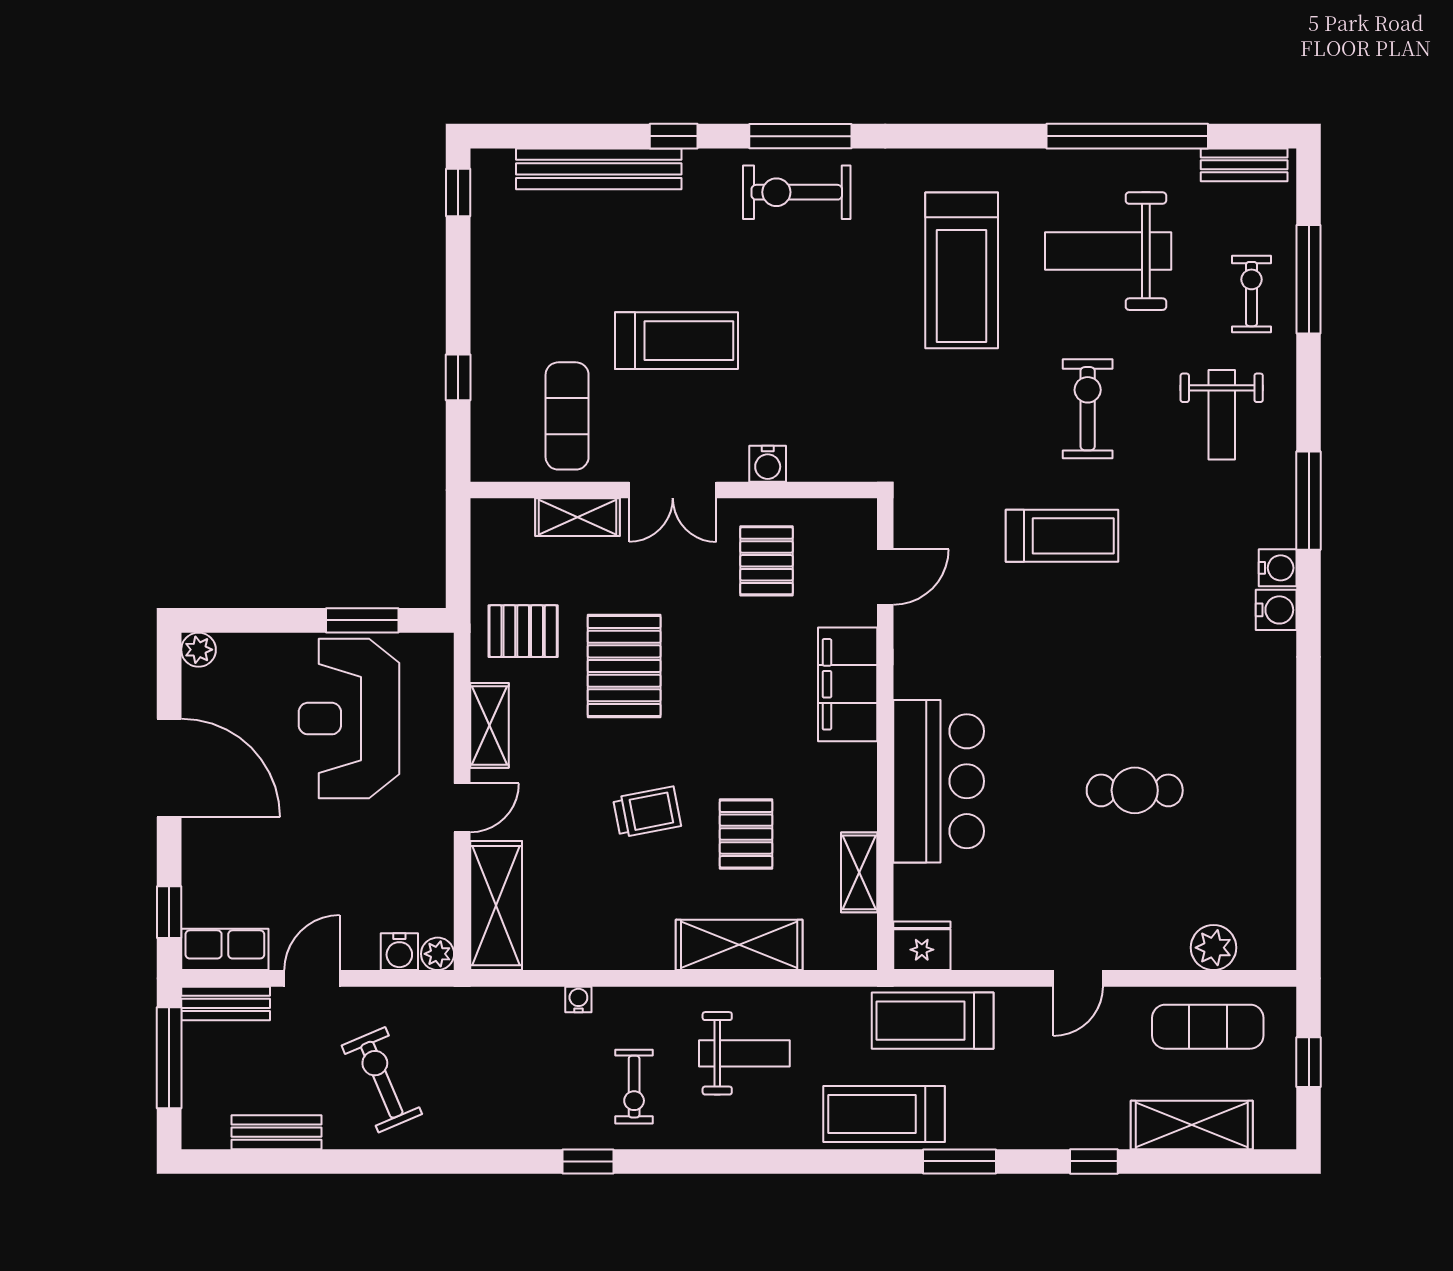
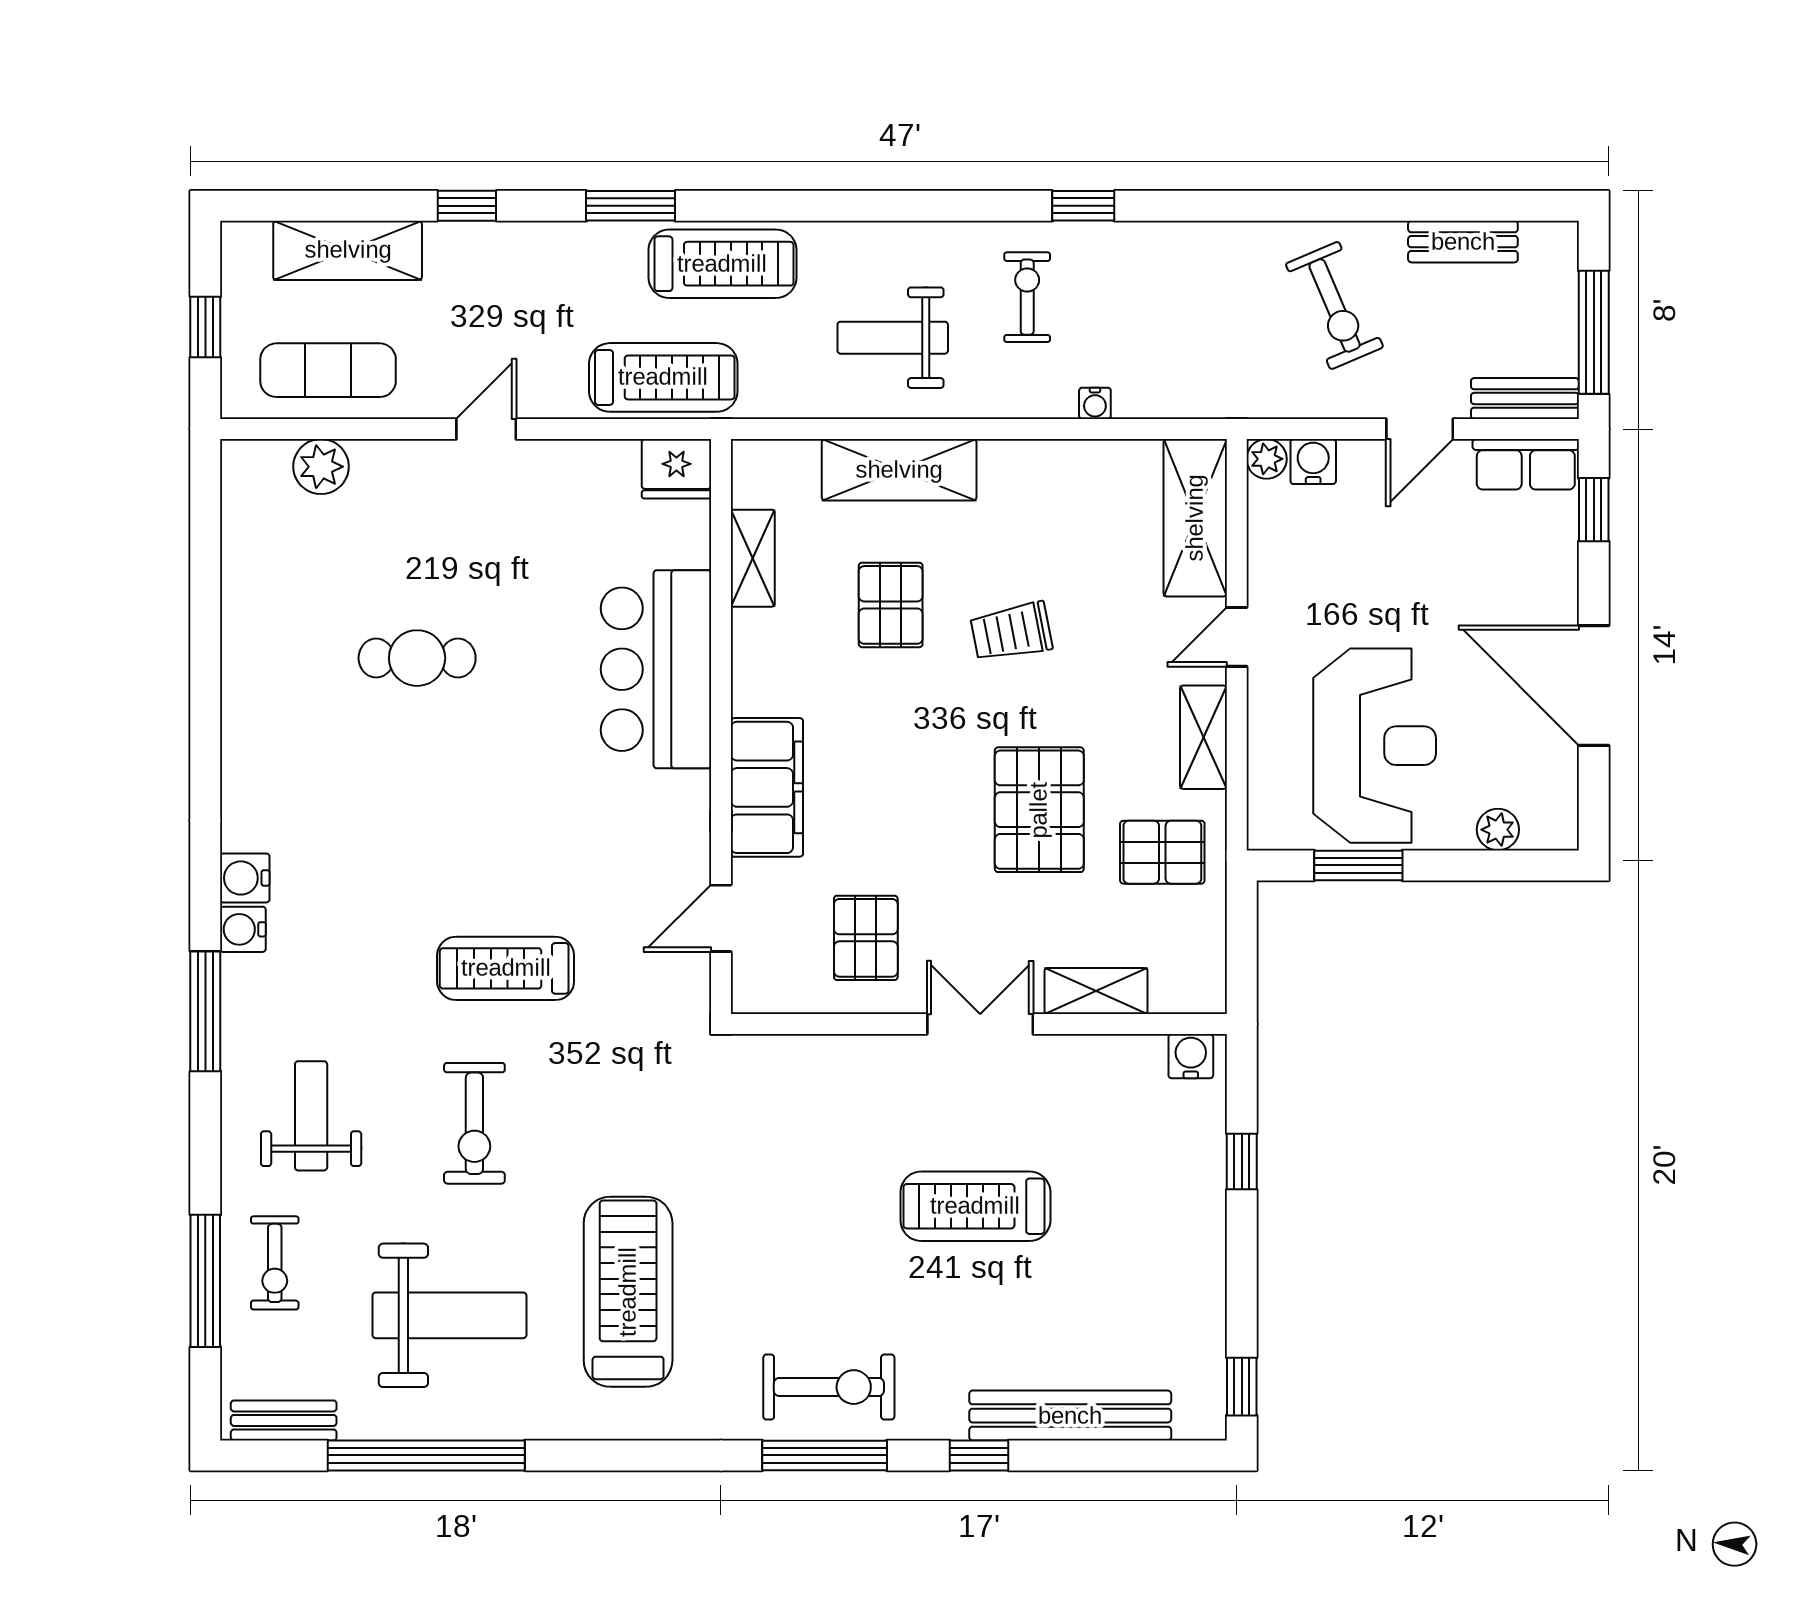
exercise mat: (567, 416) -> (1109, 1114), removed
water cooler: (768, 464) -> (1191, 1056), moved
plant: (199, 650) -> (1498, 830), moved

